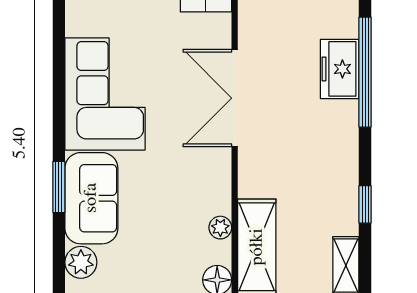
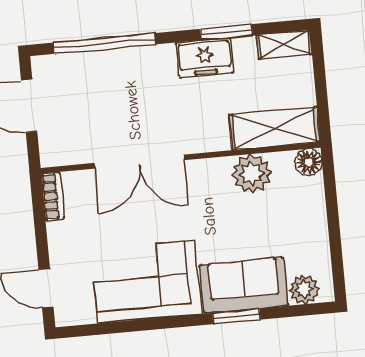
freezer: (340, 69) -> (205, 58), moved
window: (365, 204) -> (226, 32), width x1.50
plant: (220, 228) -> (252, 174), width x1.87, depth x1.87

